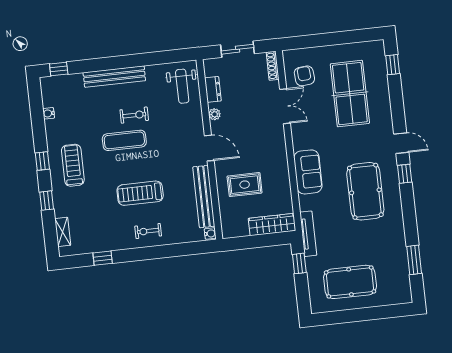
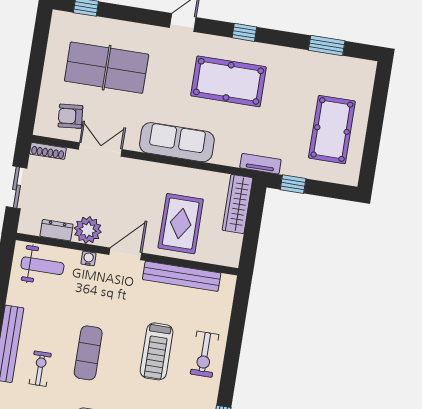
plant: (215, 114) -> (88, 230), width x1.87, depth x1.87
exercise bike: (134, 115) -> (40, 369), moved
sofa: (308, 172) -> (177, 142), width x1.36
window: (405, 174) -> (244, 32), moved
rug: (245, 185) -> (181, 224), width x1.36, depth x1.43
exercise bike: (148, 231) -> (205, 354), width x1.38, depth x1.39
water cooler: (210, 234) -> (88, 259), moved
tv unit: (308, 234) -> (260, 164), width x0.71

